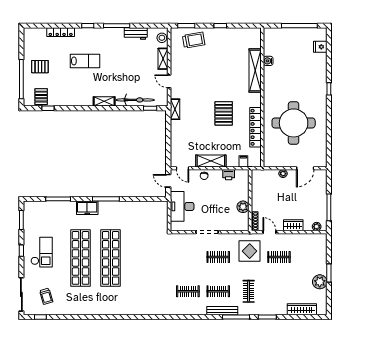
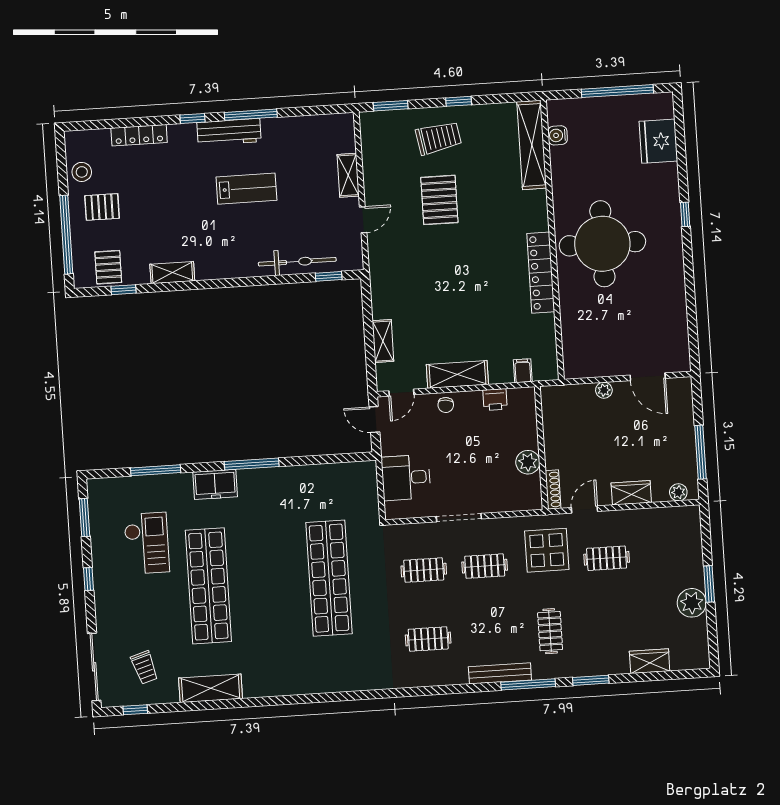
workbench: (136, 33) -> (229, 132), moved, width x1.38
stool: (162, 38) -> (82, 172), moved
trolley: (194, 40) -> (438, 138), moved
fridge: (320, 47) -> (658, 141), width x1.88, depth x1.34
lab bench: (85, 61) -> (246, 189), moved
water cooler: (268, 61) -> (558, 135), moved
shelving: (255, 71) -> (532, 145), moved
door: (169, 81) -> (363, 220), swing flipped
shelving: (104, 101) -> (172, 273), moved
shelving: (175, 109) -> (383, 341), moved
pallet: (224, 113) -> (439, 200), moved
round table: (294, 123) -> (602, 244), moved
locker: (255, 127) -> (541, 273), moved
door: (182, 168) -> (401, 393), hinge flipped
door: (305, 168) -> (648, 377), hinge flipped
desk: (182, 206) -> (406, 478), width x0.73
door: (270, 232) -> (584, 510), hinge flipped
checkout: (42, 252) -> (147, 543), moved
shop shelf: (111, 258) -> (329, 578), moved
clothes rail: (218, 291) -> (424, 570), moved
shelving: (78, 309) -> (211, 688), added
wardrobe: (302, 309) -> (650, 661), width x0.67

